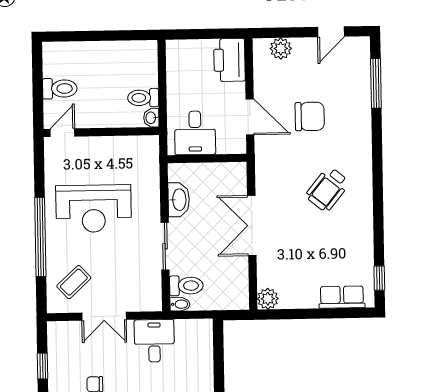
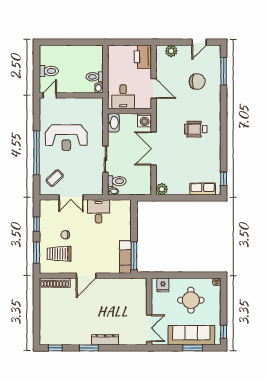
chair: (310, 116) -> (197, 82), moved
washing machine: (235, 174) -> (145, 120), added
wheelchair: (328, 189) -> (196, 129), turned 51
washbasin: (179, 200) -> (113, 123), moved

